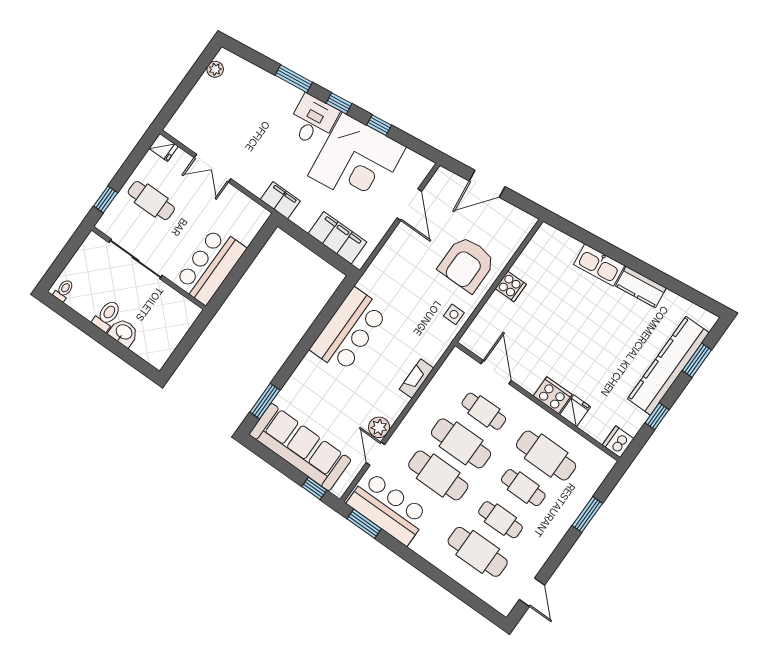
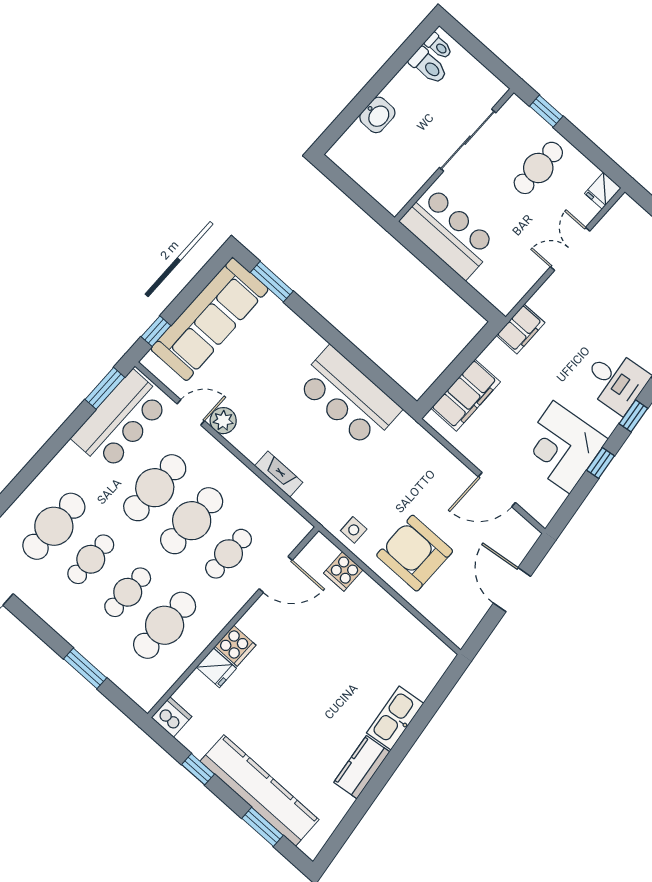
corner desk: (357, 161) -> (561, 447), width x0.74, depth x0.74
cooker: (511, 286) -> (343, 571), moved
toilet: (107, 315) -> (428, 66), moved
cooker: (553, 395) -> (235, 646), width x0.73

